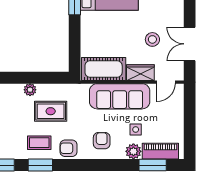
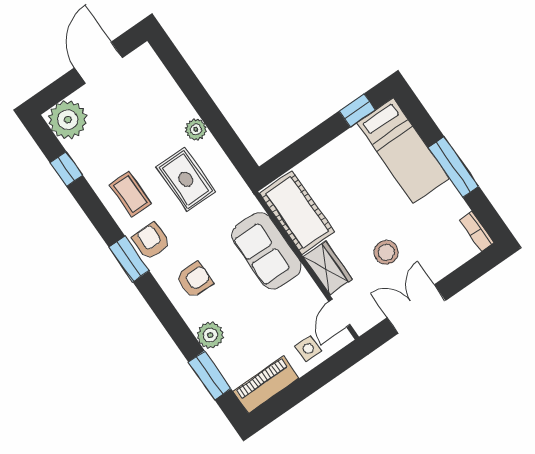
door: (166, 82) -> (340, 313), hinge flipped
sofa: (120, 96) -> (266, 251), width x0.73
side table: (136, 129) -> (308, 348), moved
piano: (160, 151) -> (266, 385), moved, turned -90
window: (40, 165) -> (129, 259), moved

